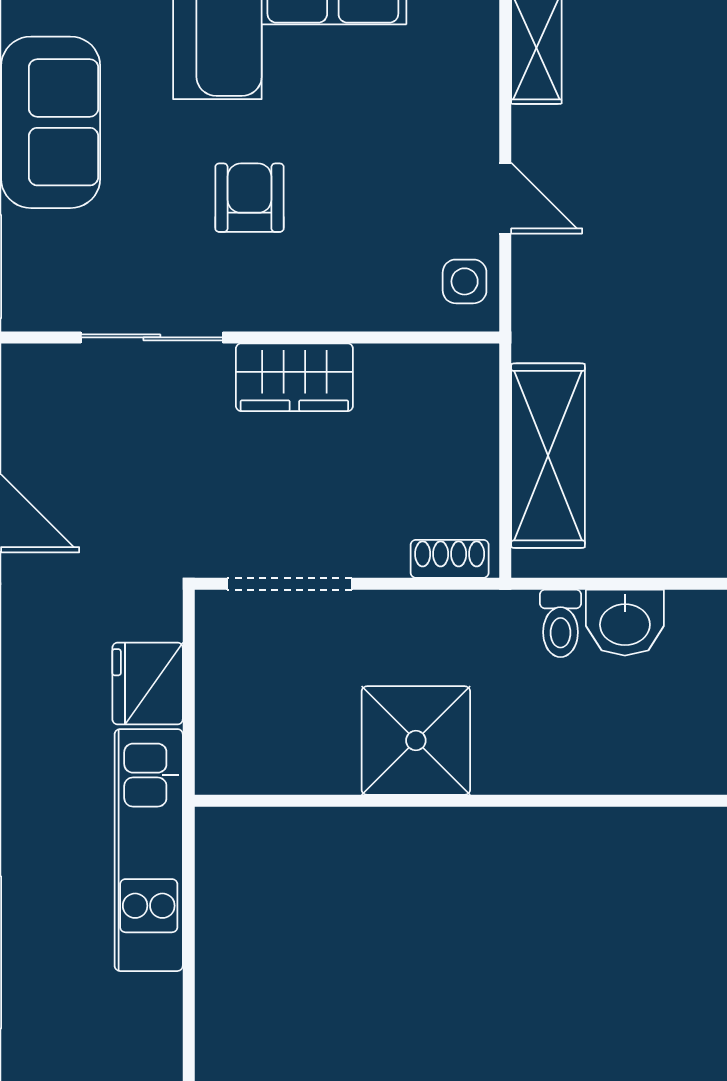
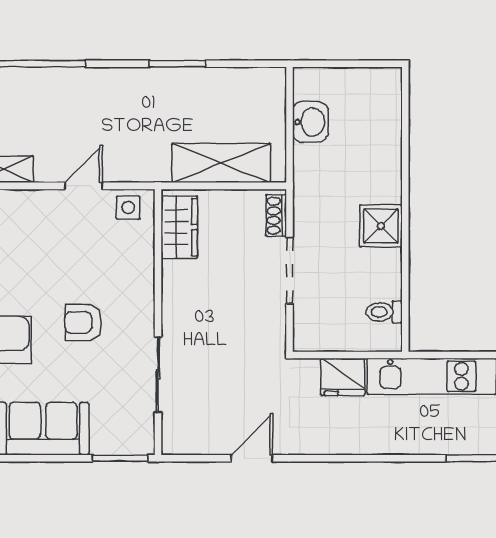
wardrobe: (294, 377) -> (179, 227), moved
doorway: (289, 584) -> (289, 271), moved
toilet: (561, 623) -> (384, 312), moved, turned 180
shower: (416, 741) -> (381, 226), width x0.73, depth x0.73

